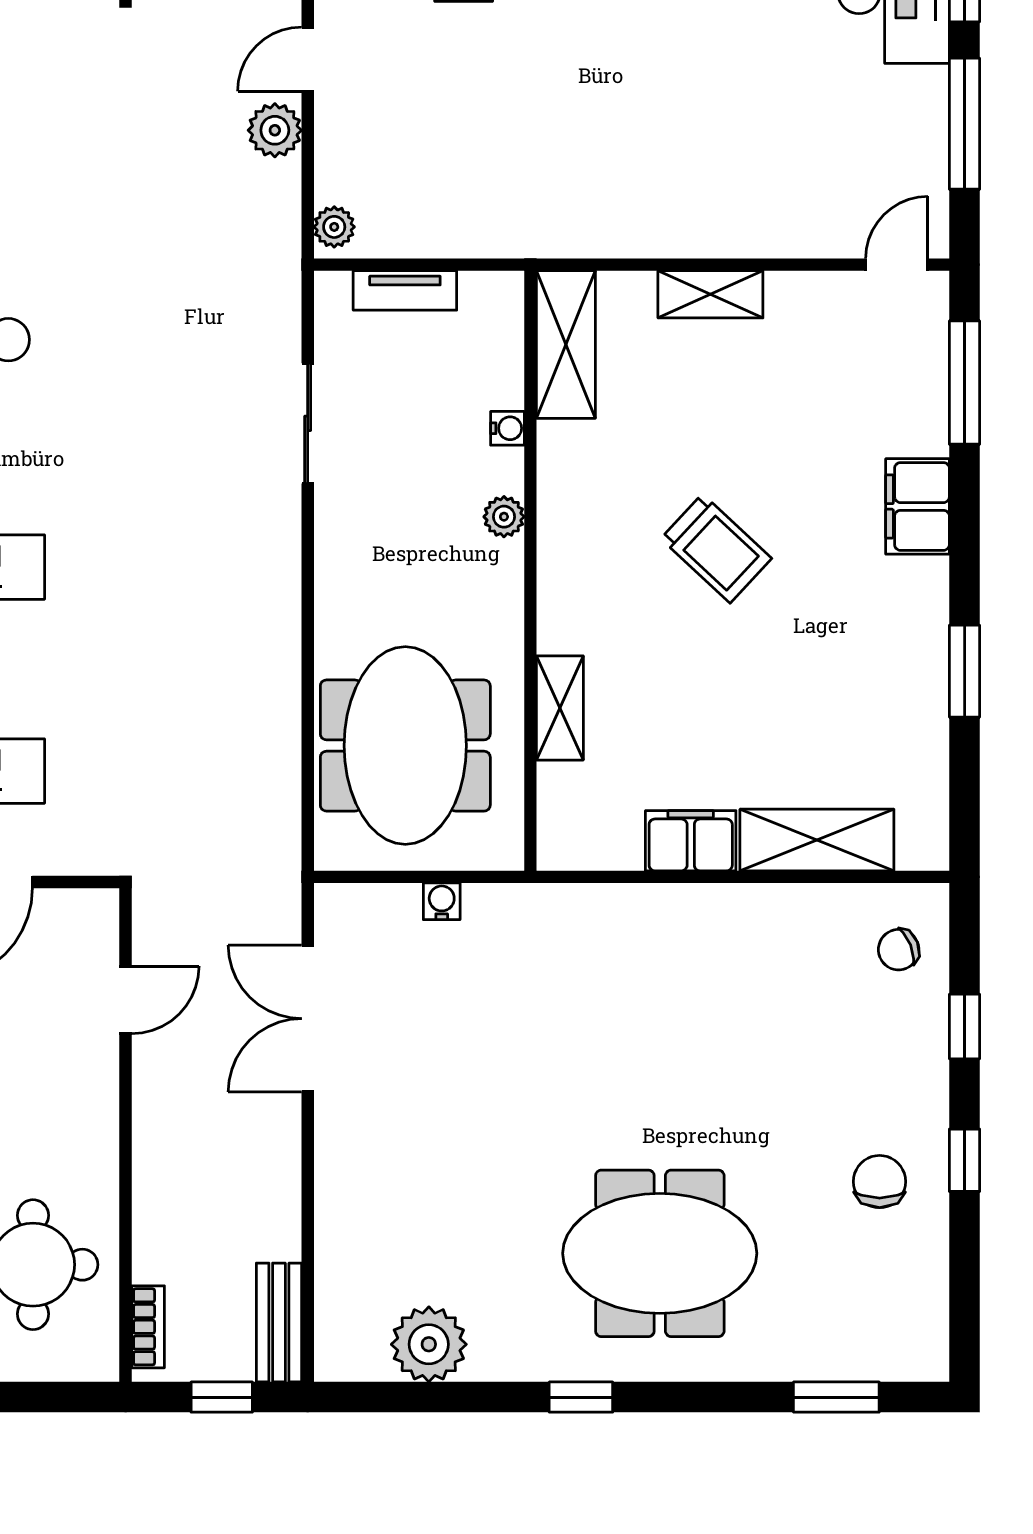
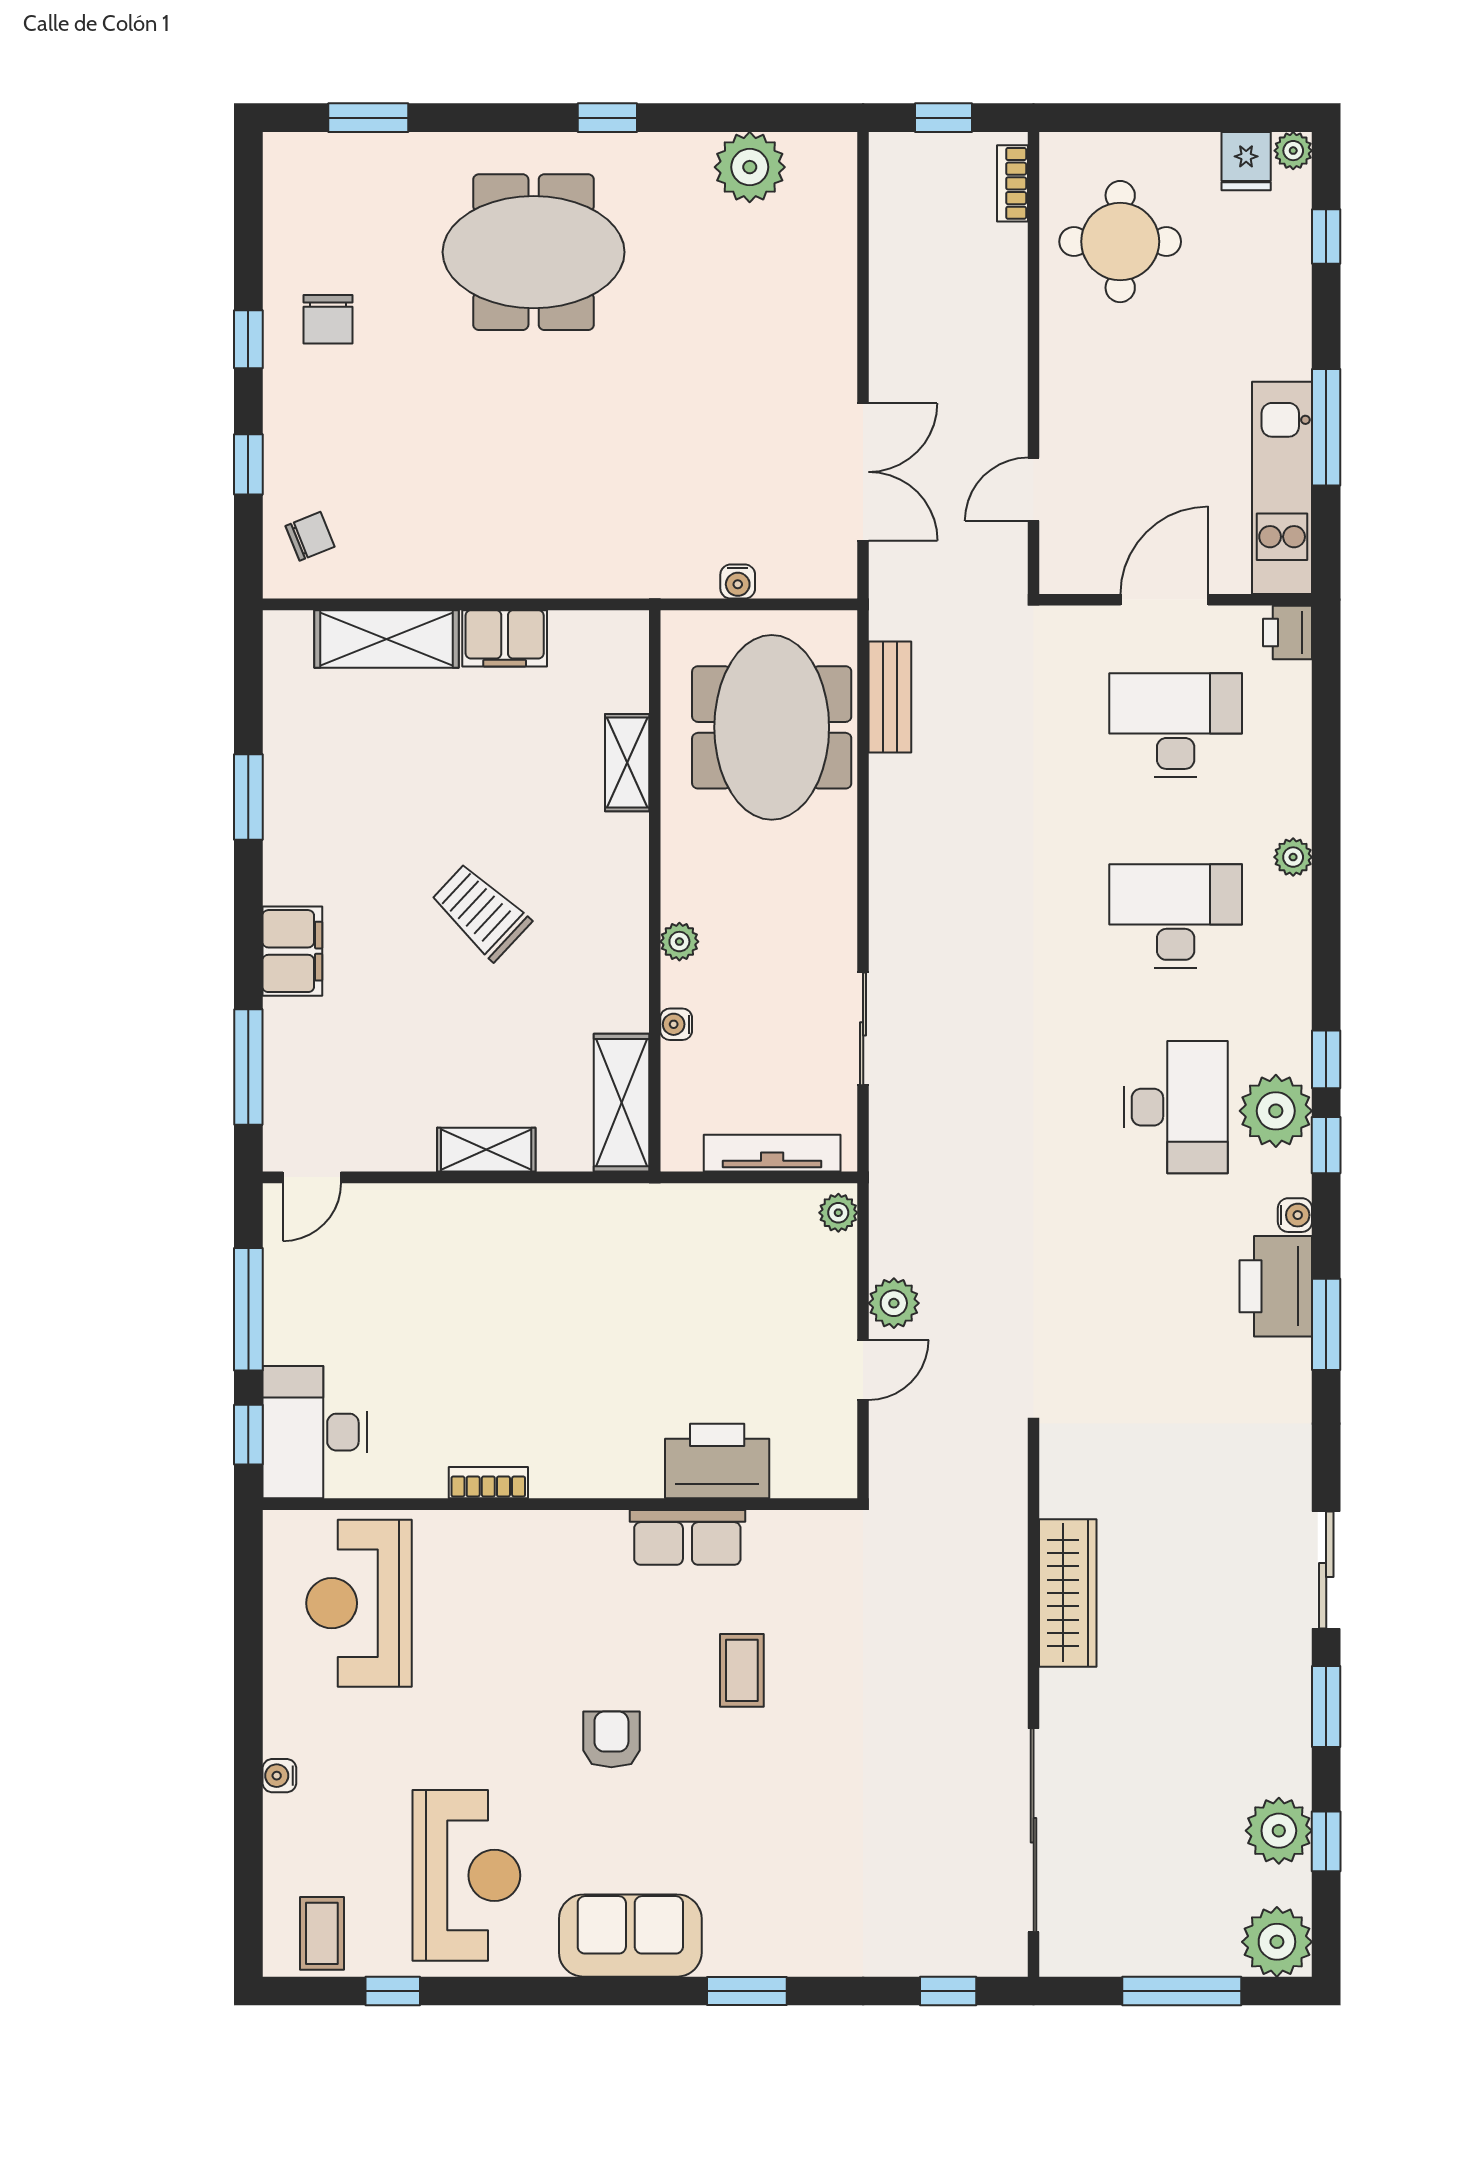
tv unit: (405, 290) -> (772, 1153), width x1.41
bench: (279, 1322) -> (890, 697), moved

